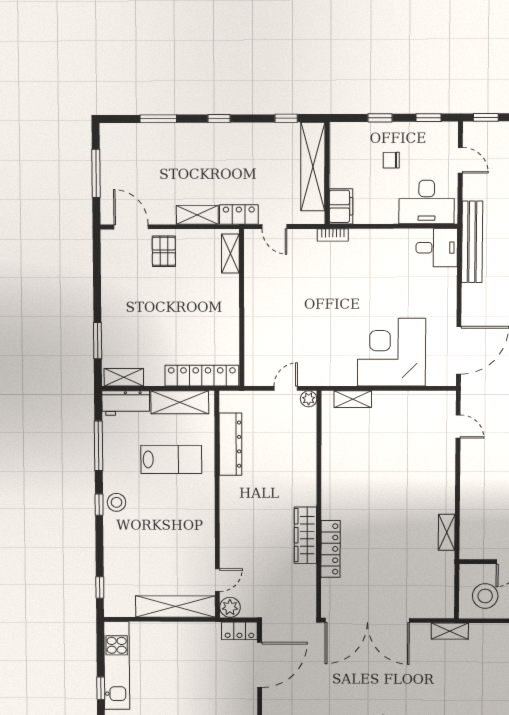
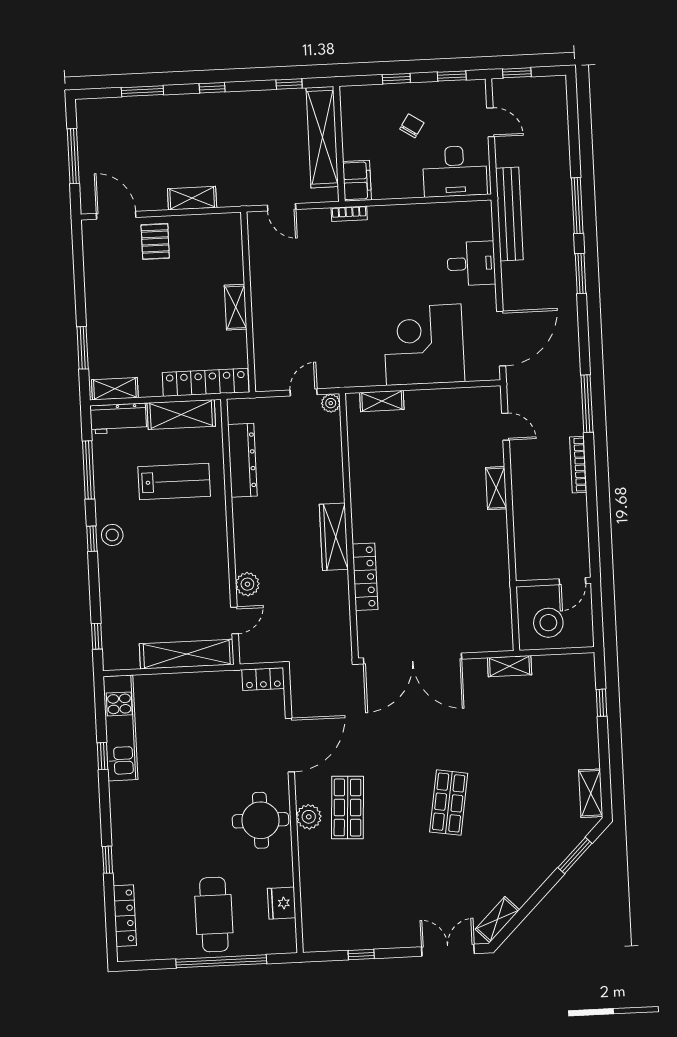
chair: (391, 160) -> (412, 126), turned 123
locker: (239, 214) -> (240, 195), removed
desk: (437, 248) -> (471, 263), moved
shelving: (230, 254) -> (236, 307), moved
shelving: (447, 532) -> (496, 488), moved
wardrobe: (305, 535) -> (334, 537), moved
plant: (230, 607) -> (247, 584), moved
door: (260, 665) -> (290, 745), moved

